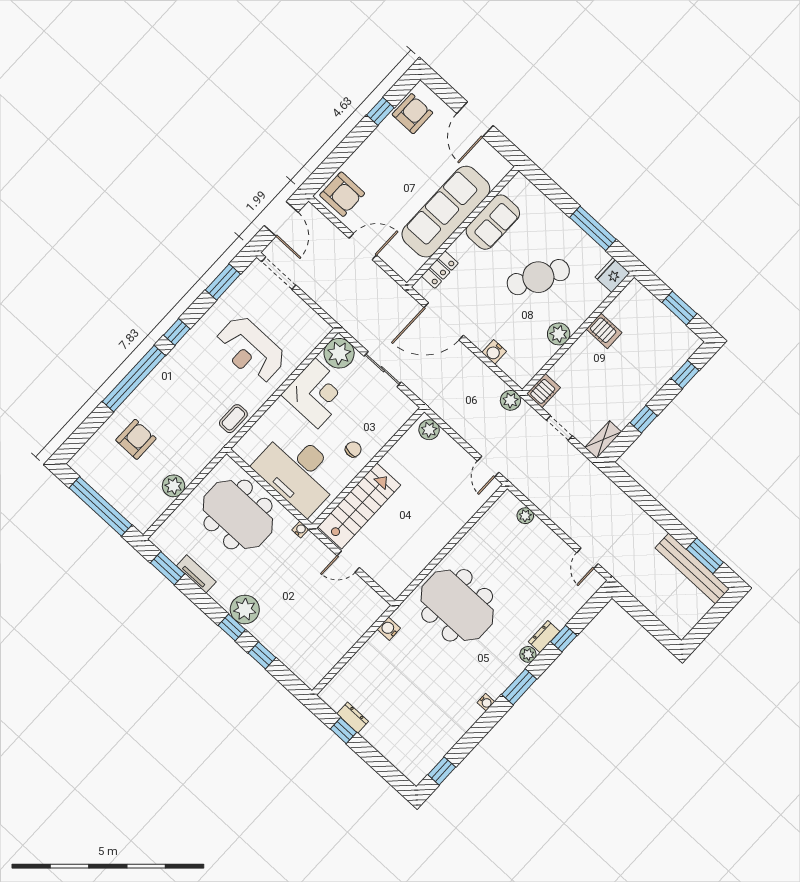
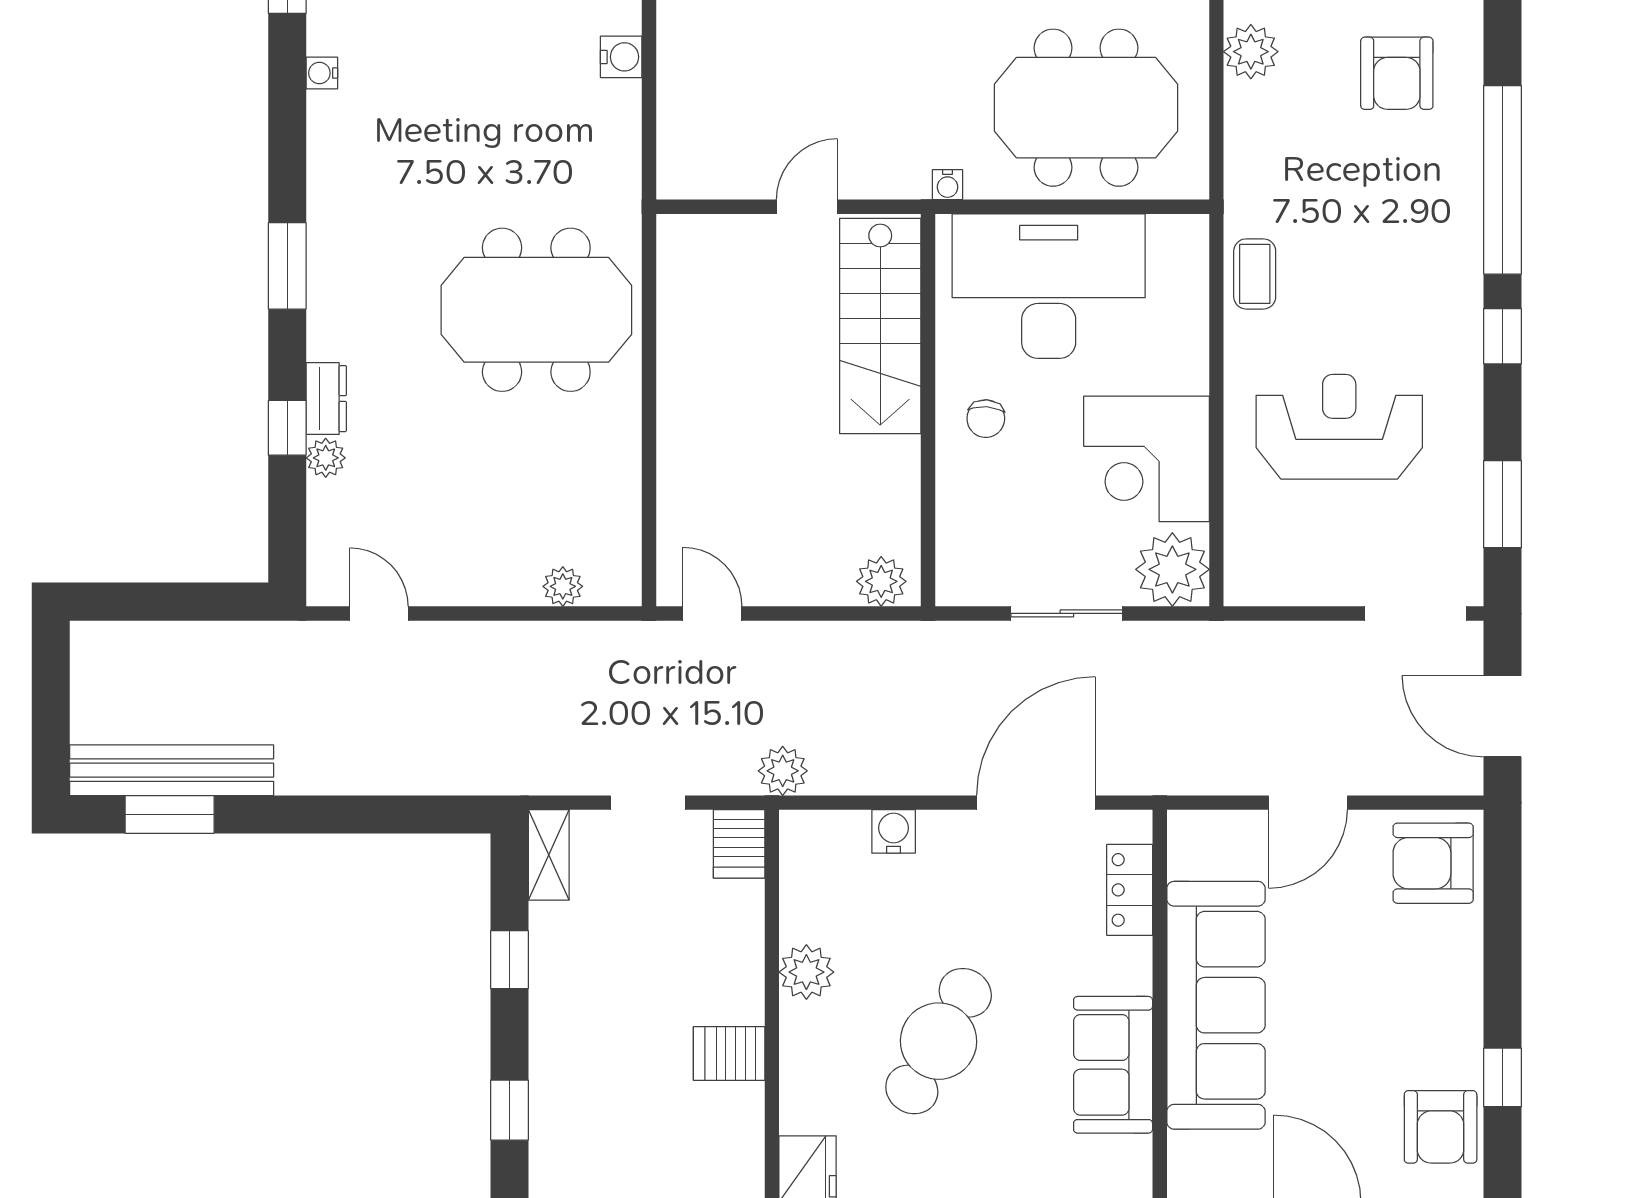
water cooler: (389, 629) -> (621, 57), moved
plant: (528, 654) -> (326, 458), moved
water cooler: (486, 702) -> (322, 73), moved

